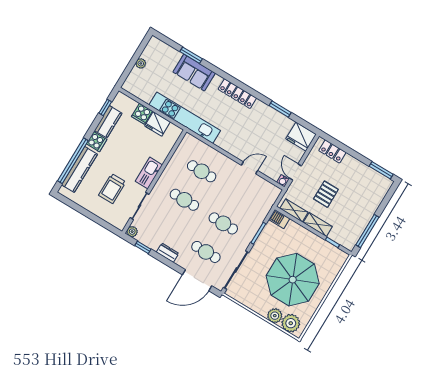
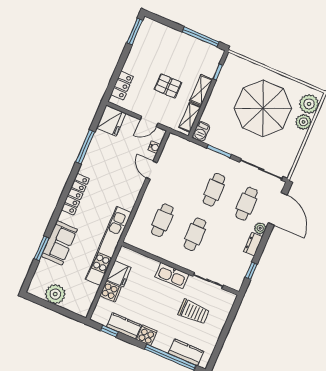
plant: (141, 63) -> (55, 294), width x1.87, depth x1.87
window: (280, 109) -> (85, 147), width x1.44
kitchen counter: (79, 170) -> (186, 352), width x0.67
water cooler: (283, 181) -> (154, 147), moved
plant: (132, 232) -> (260, 228), moved

